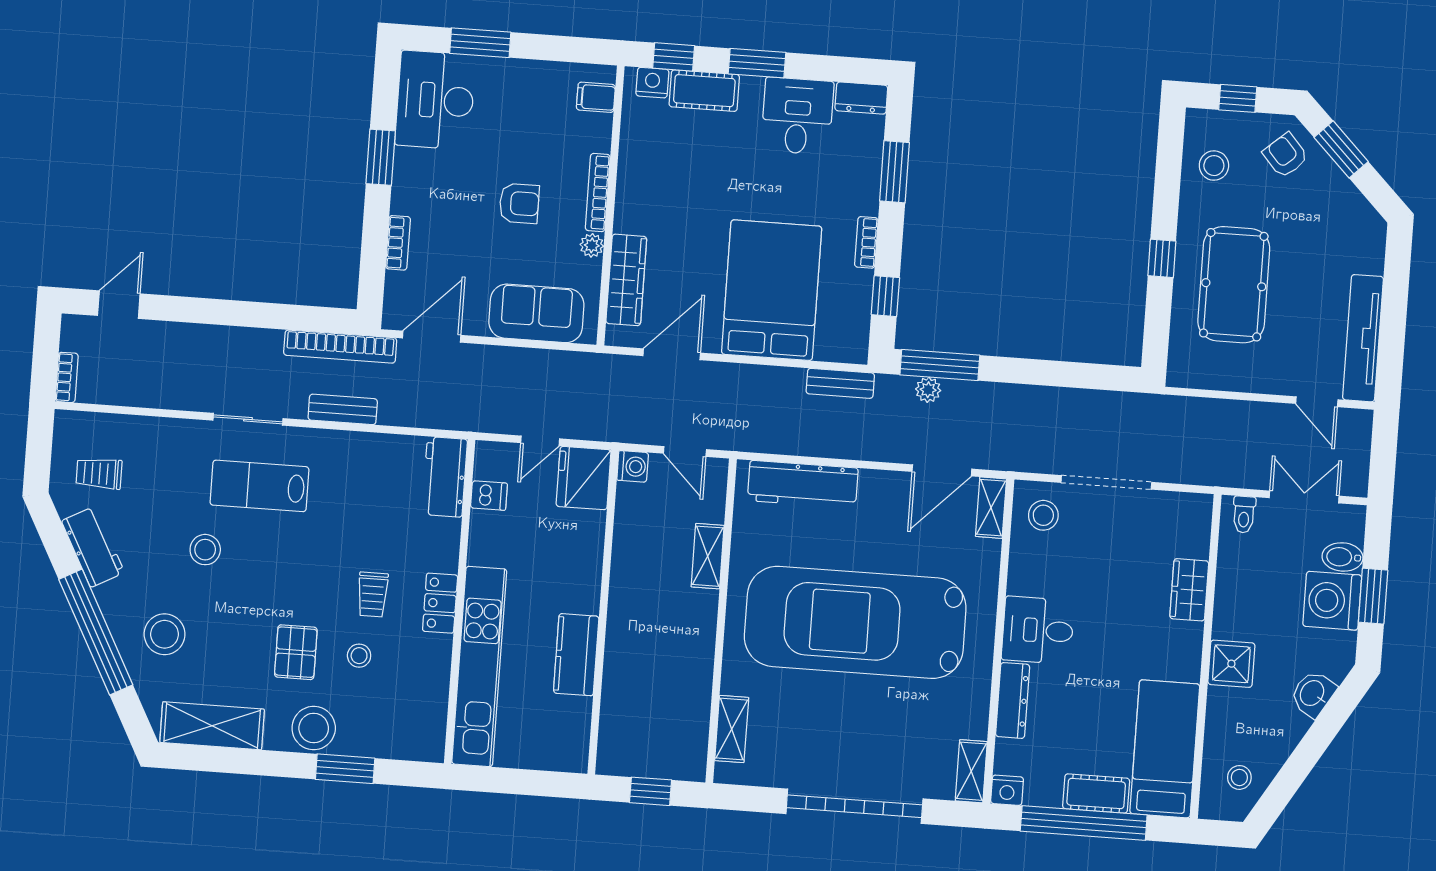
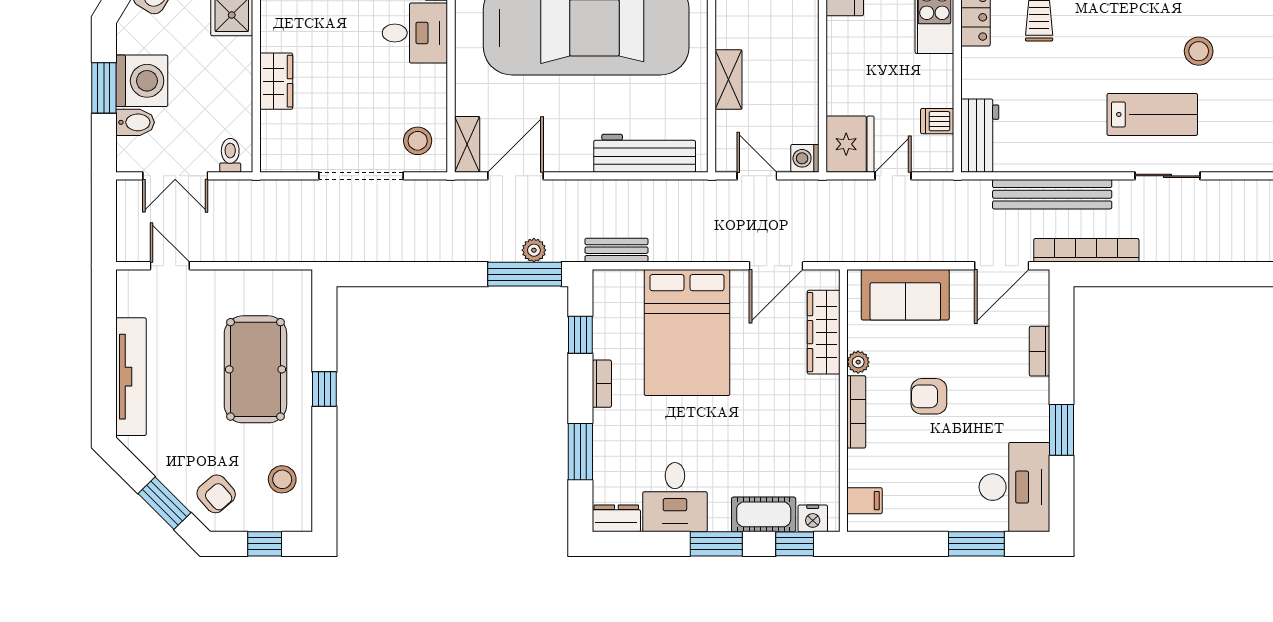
tv unit: (1363, 338) -> (131, 377), moved
bench: (343, 409) -> (1052, 194), width x1.86, depth x1.21

